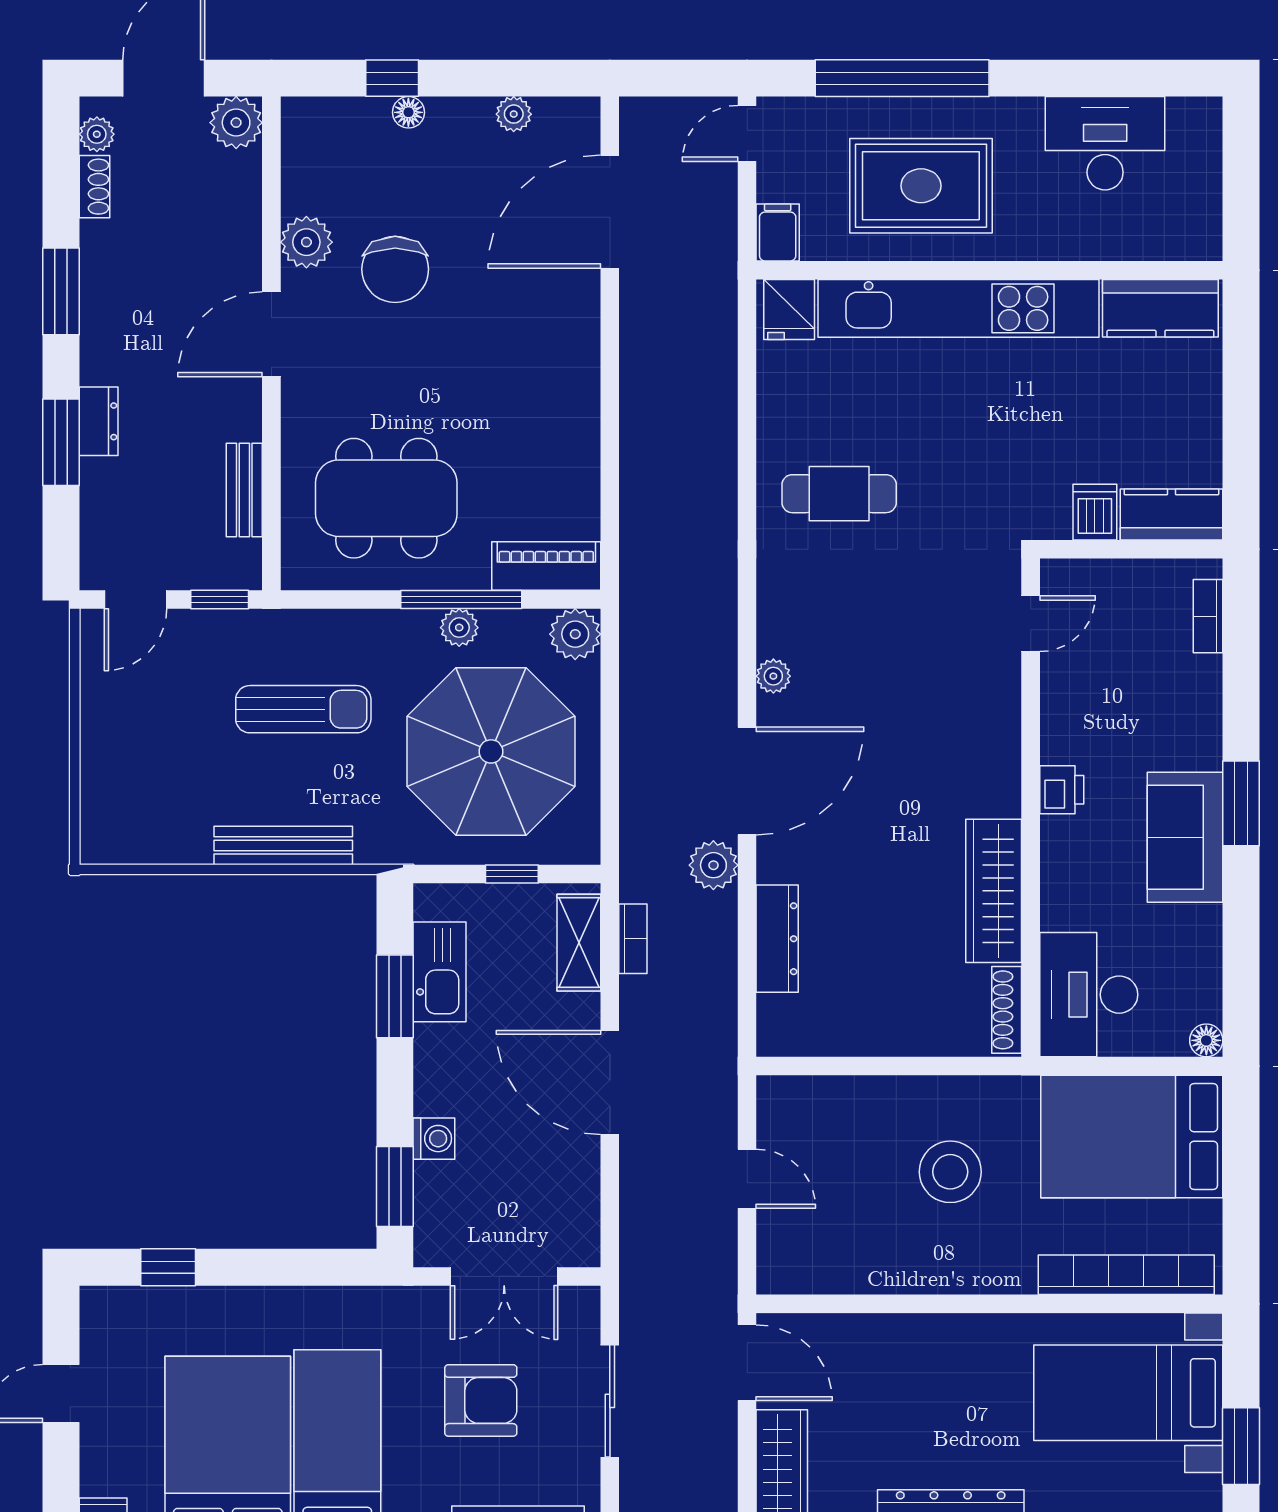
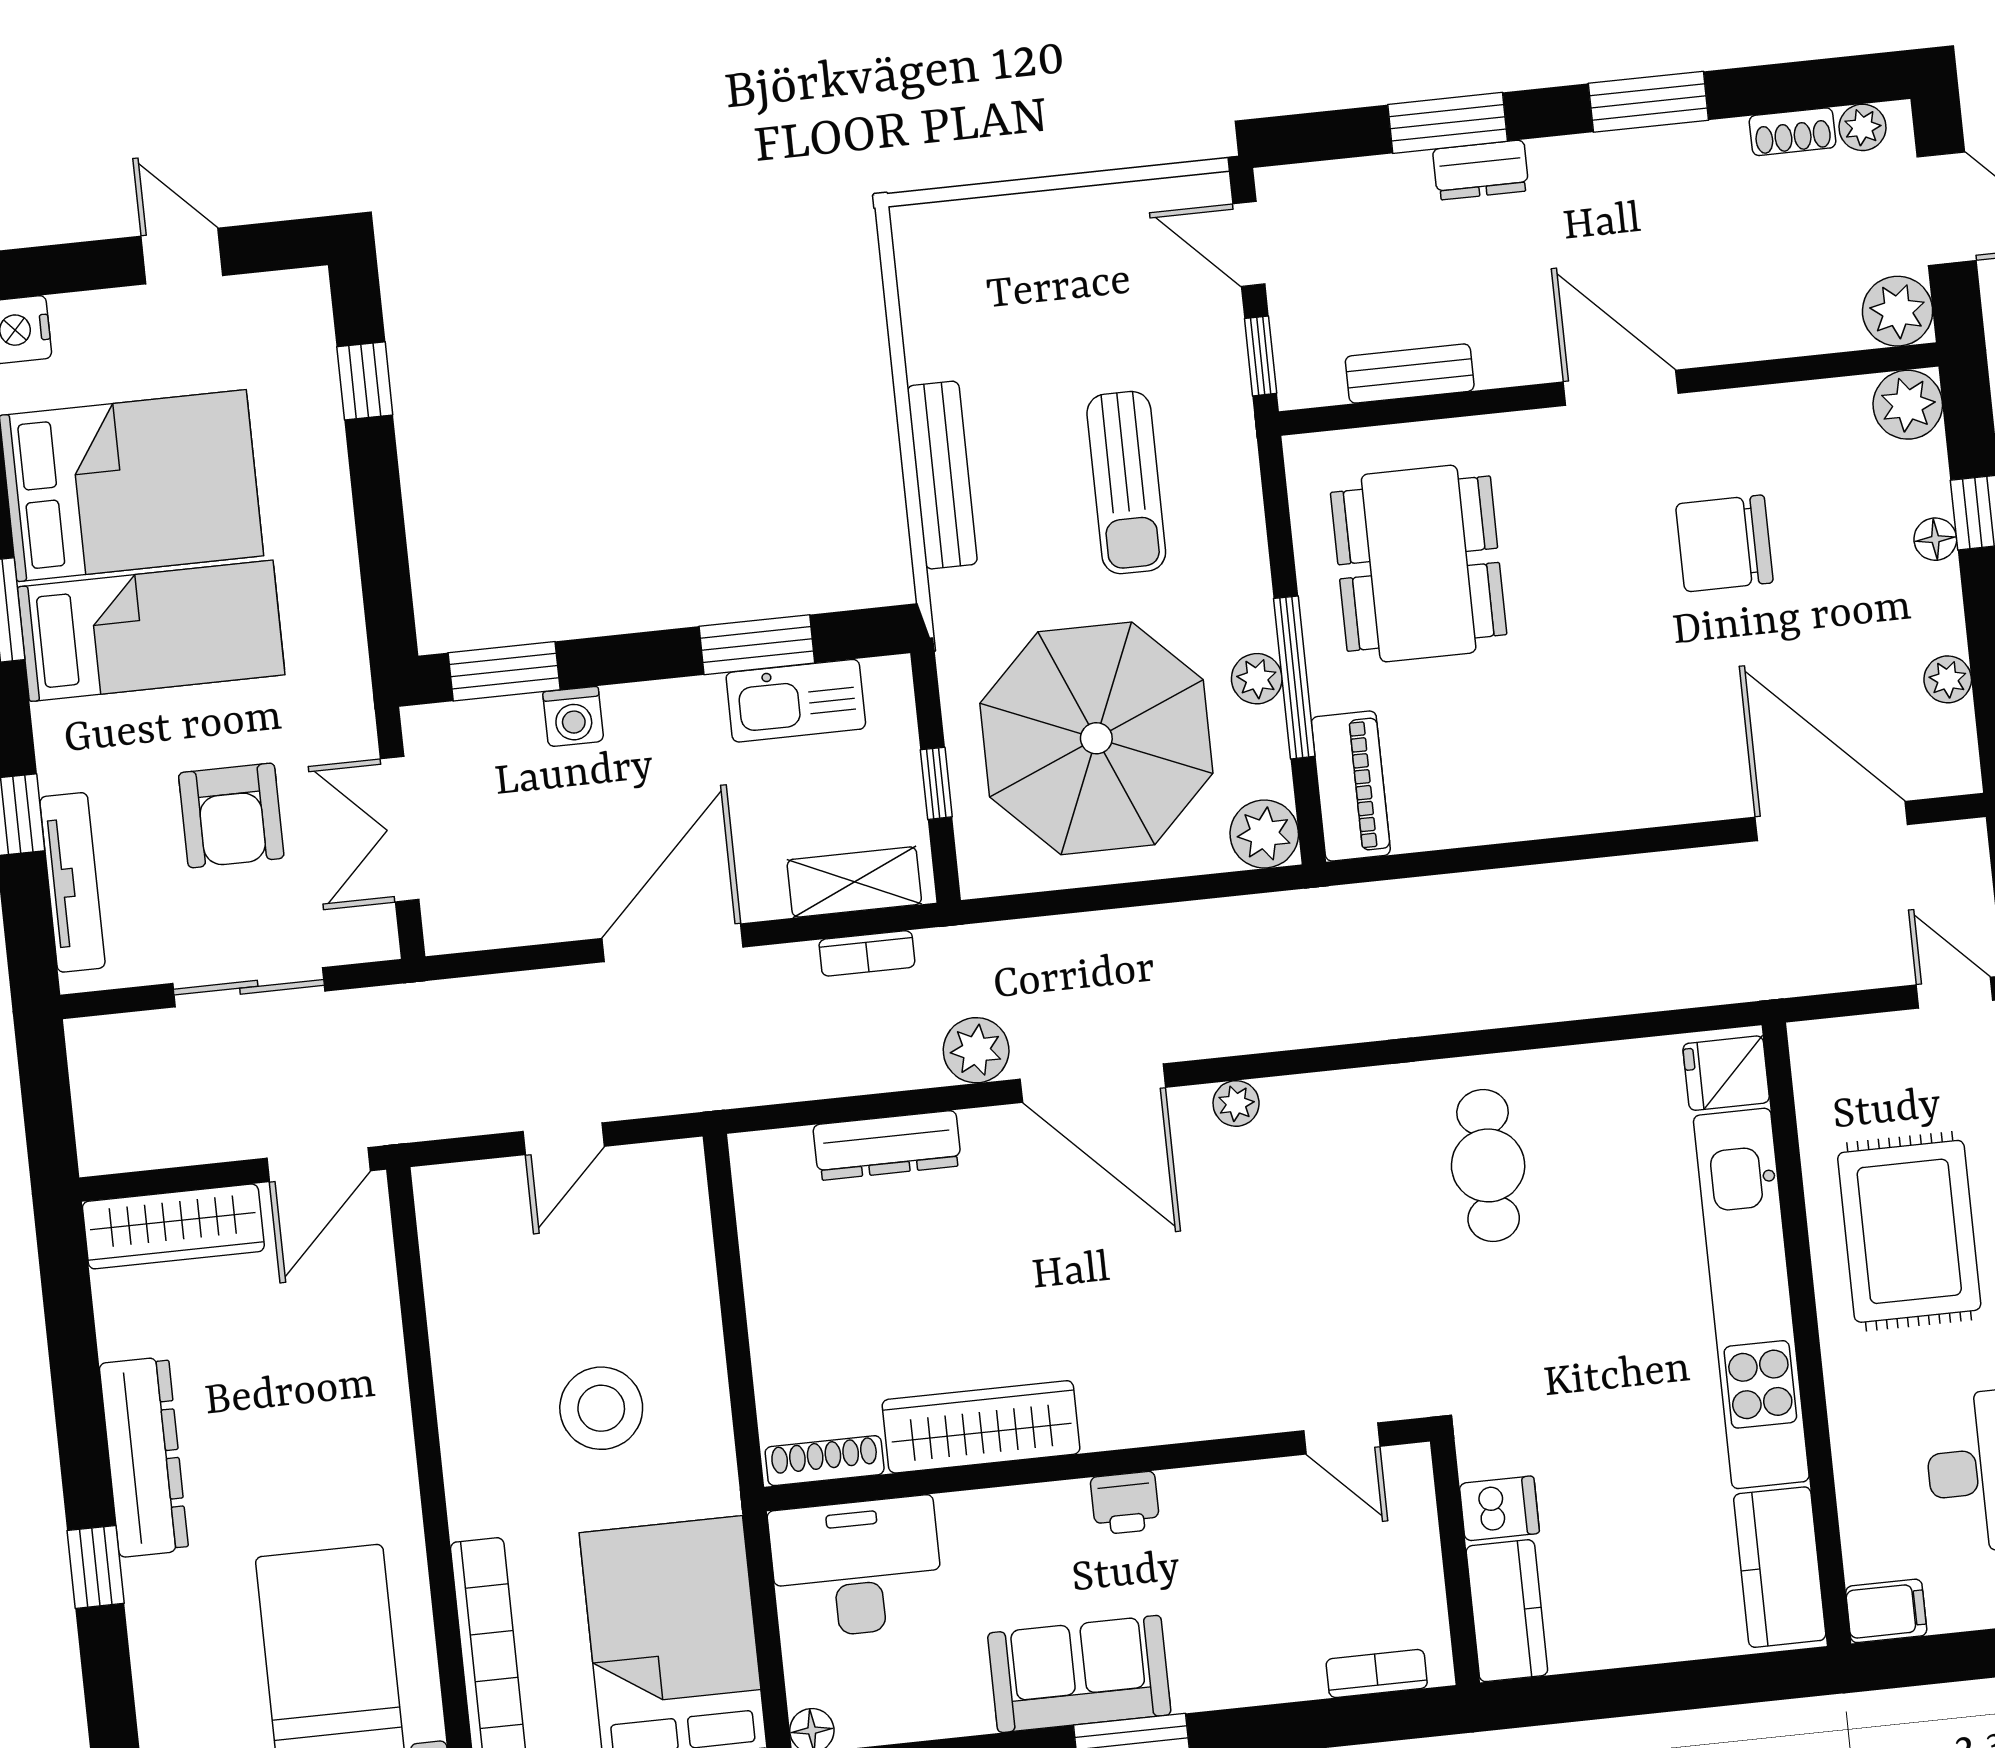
filing cabinet: (778, 232) -> (1886, 1611), moved
plant: (306, 242) -> (1908, 405), moved

